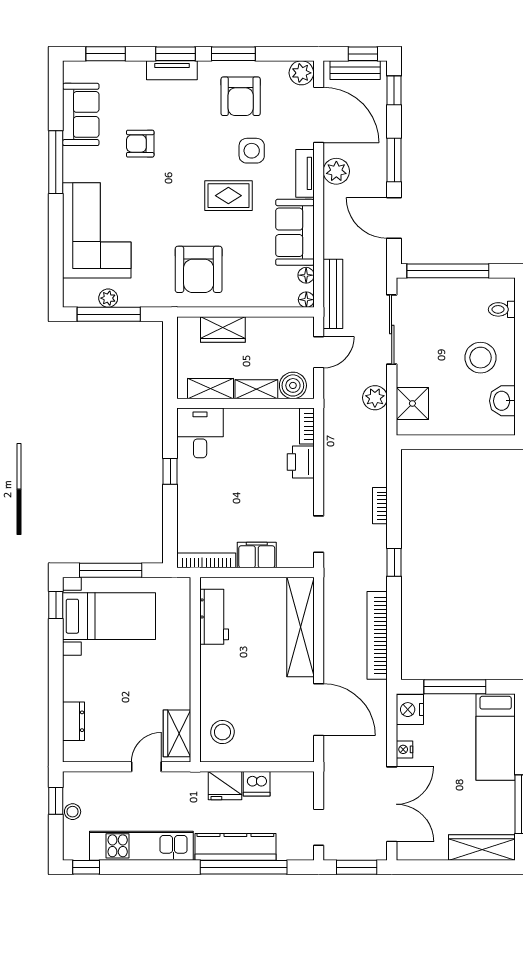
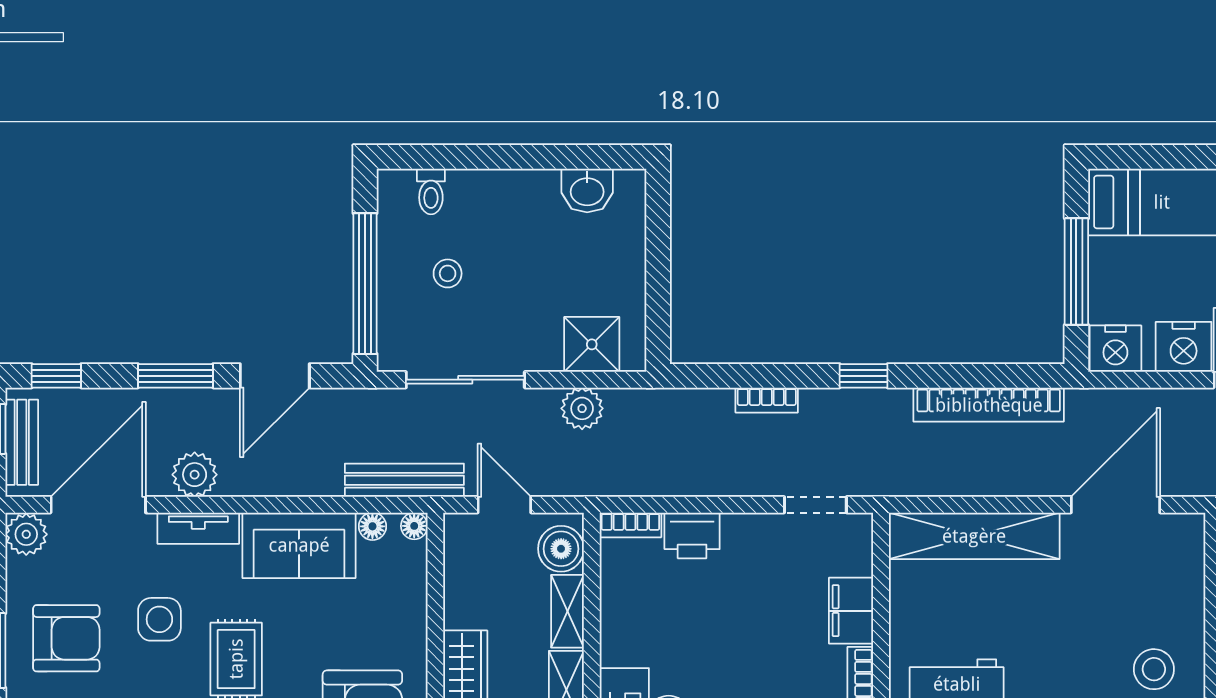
stool: (481, 358) -> (448, 273), moved, width x0.53, depth x0.53
nightstand: (404, 749) -> (1184, 347), width x1.89, depth x1.79

